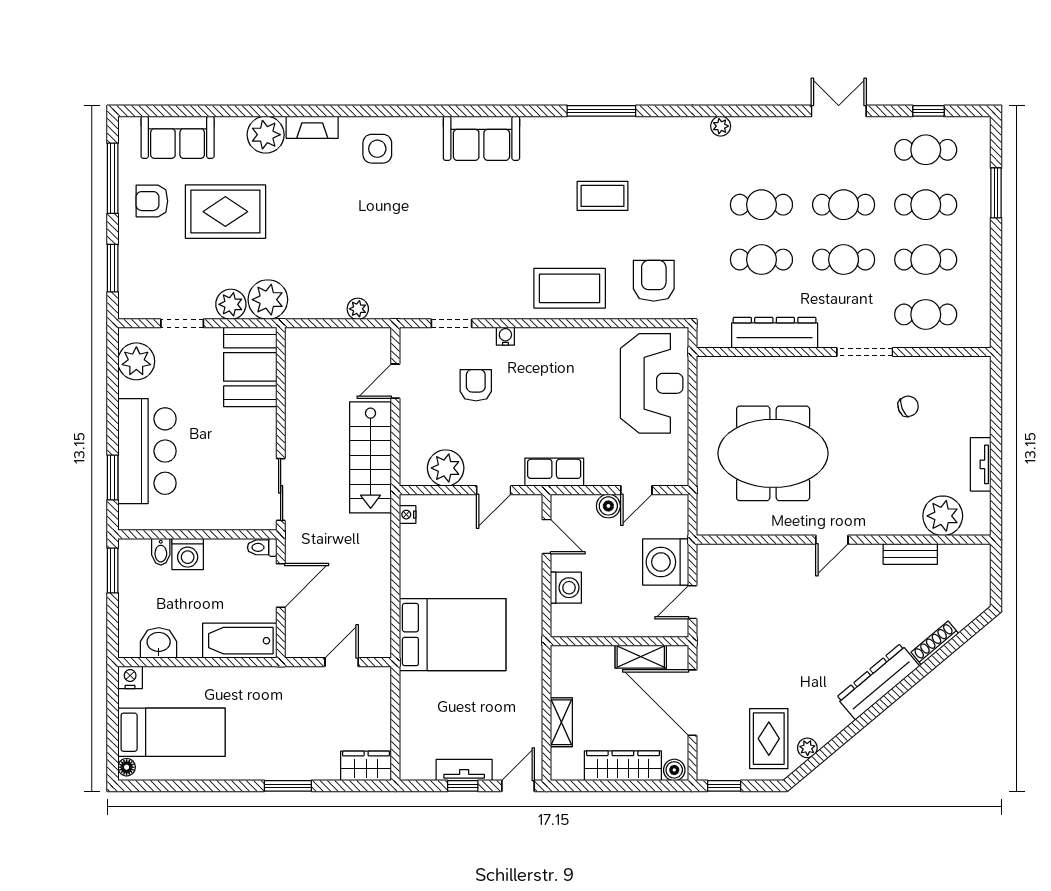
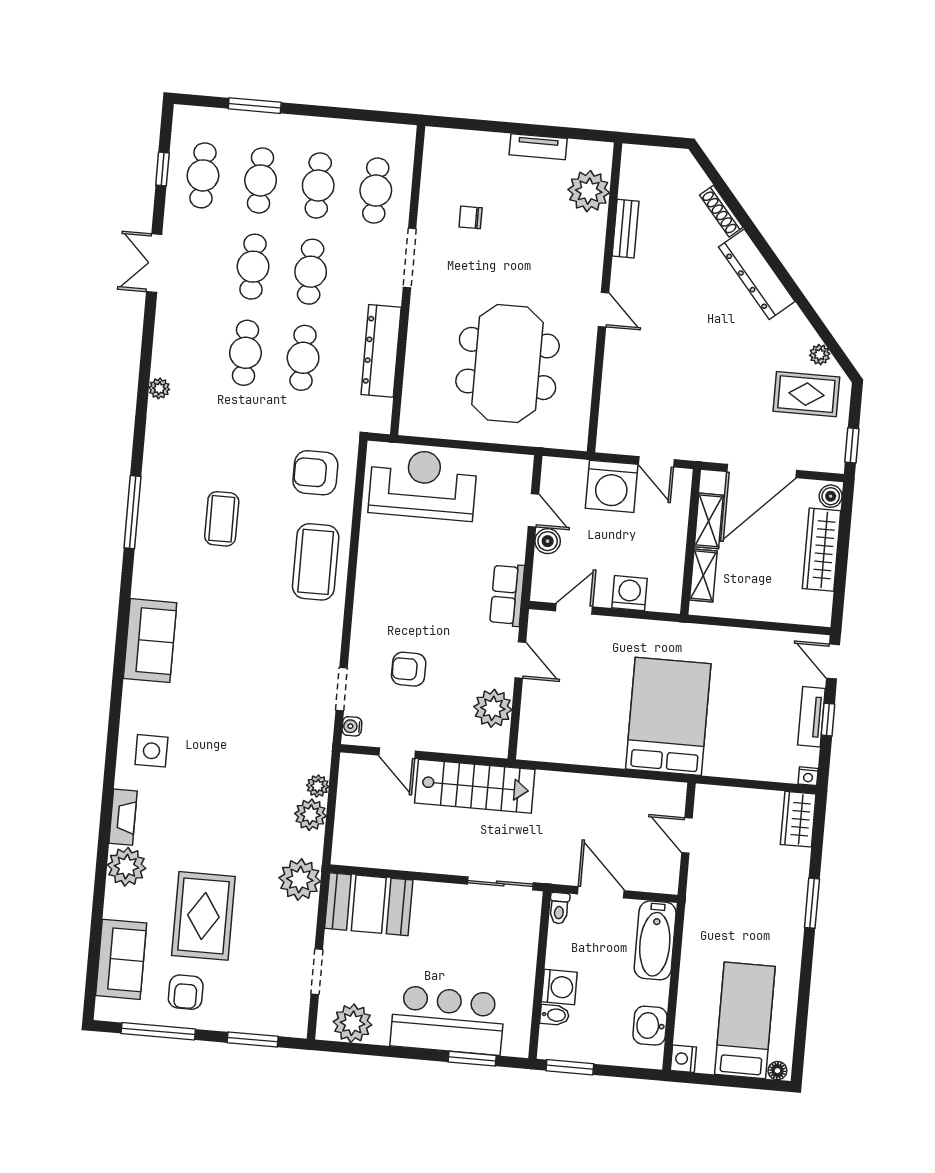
plant: (231, 304) -> (310, 815), moved
water cooler: (505, 336) -> (352, 726), moved
chair: (908, 406) -> (471, 217), turned -68
nightstand: (408, 515) -> (808, 776), moved
shelving: (561, 722) -> (703, 575), moved, turned 90

